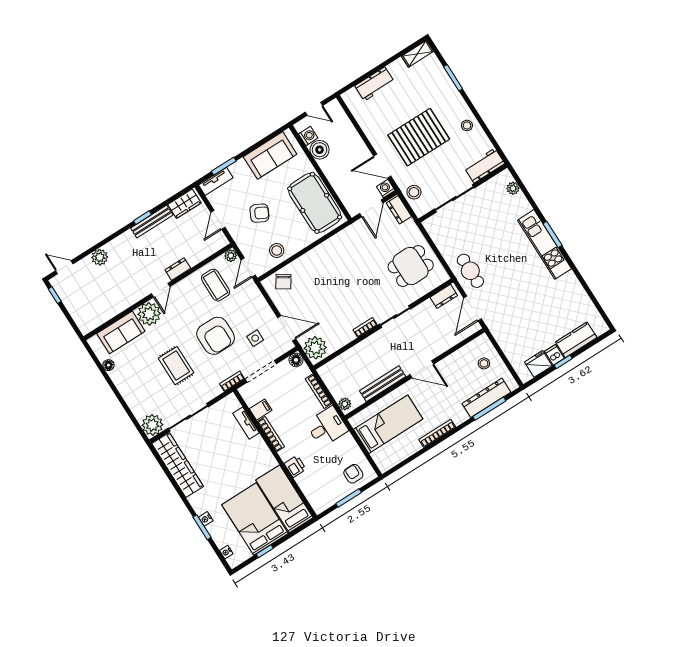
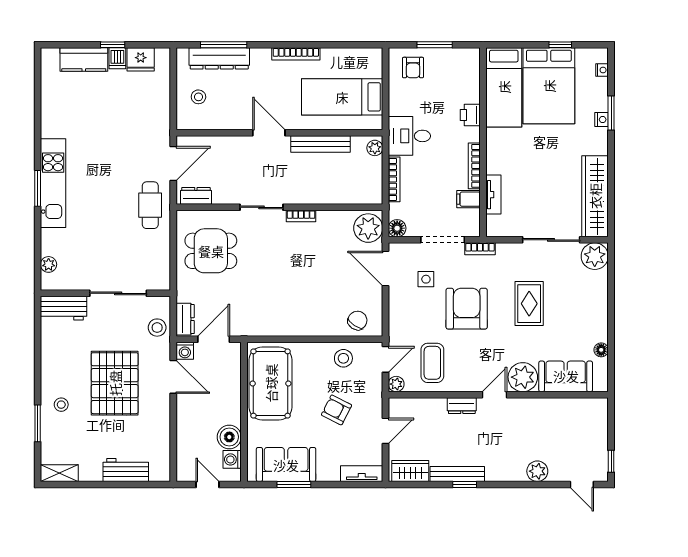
stool: (467, 125) -> (61, 405), moved
pallet: (419, 137) -> (115, 383), turned 90
window: (224, 166) -> (294, 484), moved

